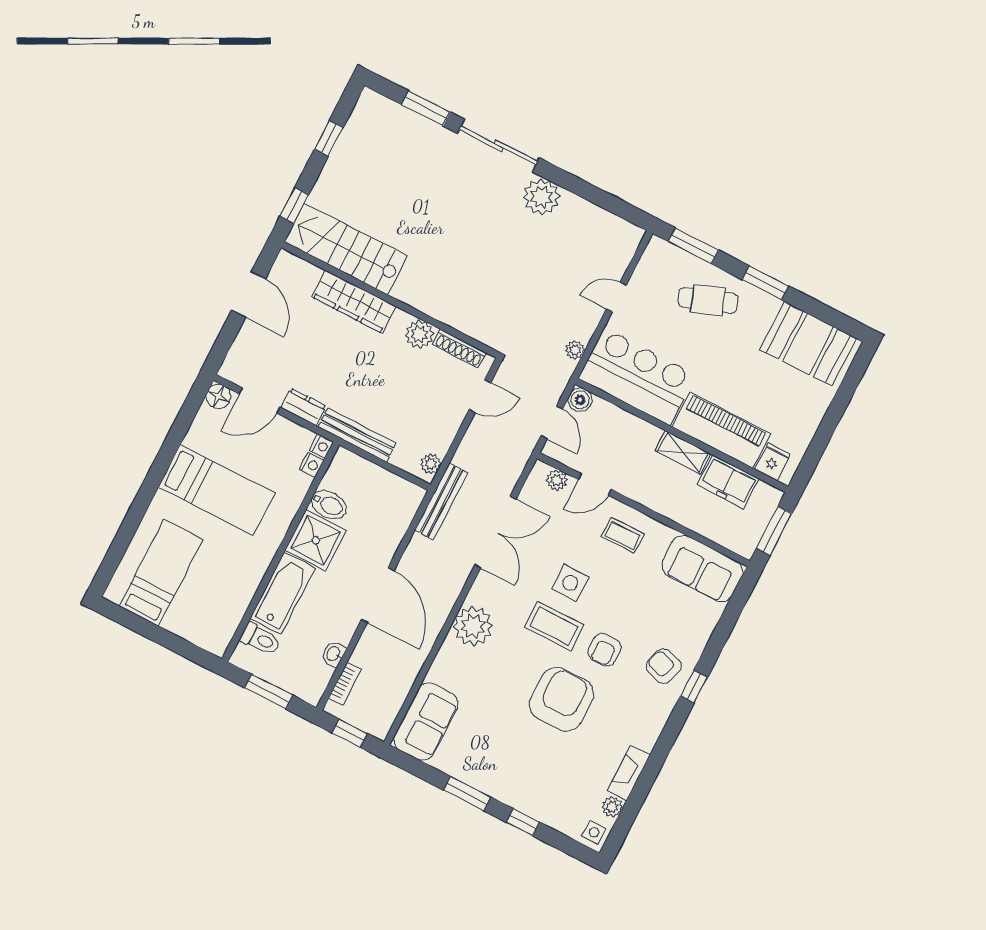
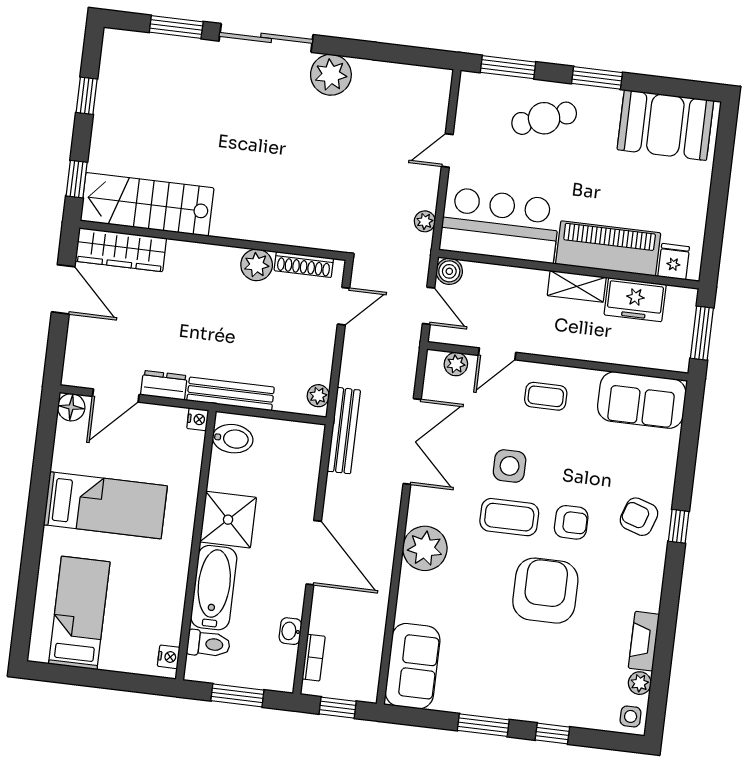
wardrobe: (354, 302) -> (121, 250), moved
nightstand: (312, 465) -> (169, 657), moved
bidet: (329, 505) -> (233, 439), moved
armchair: (605, 650) -> (571, 522), turned -90

